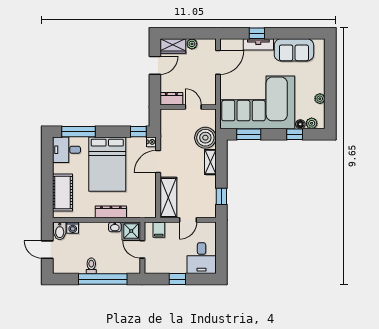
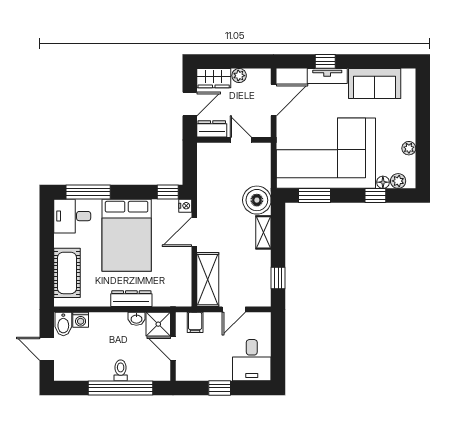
dresser: (171, 99) -> (212, 129), moved
wall: (188, 107) -> (234, 140), moved
door: (193, 107) -> (241, 140), moved
toilet: (91, 266) -> (121, 370), moved

